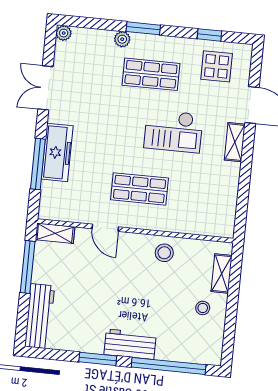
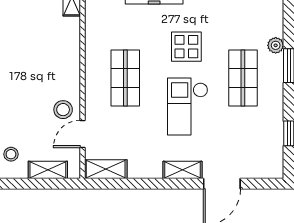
display table: (217, 66) -> (186, 47), moved
shelving: (226, 217) -> (106, 169), added
door: (105, 228) -> (83, 134), moved

